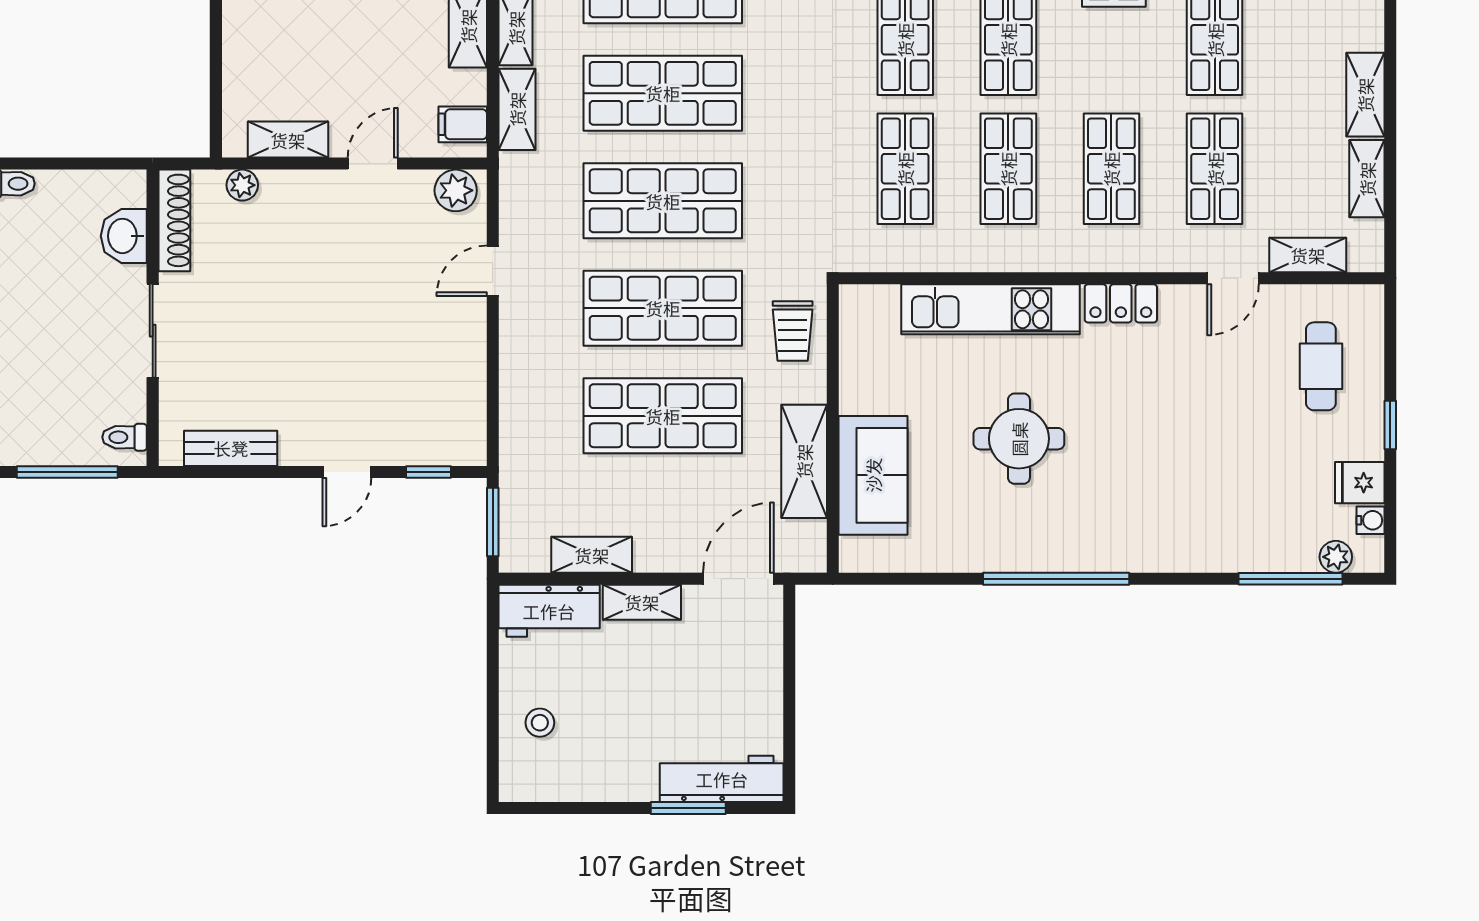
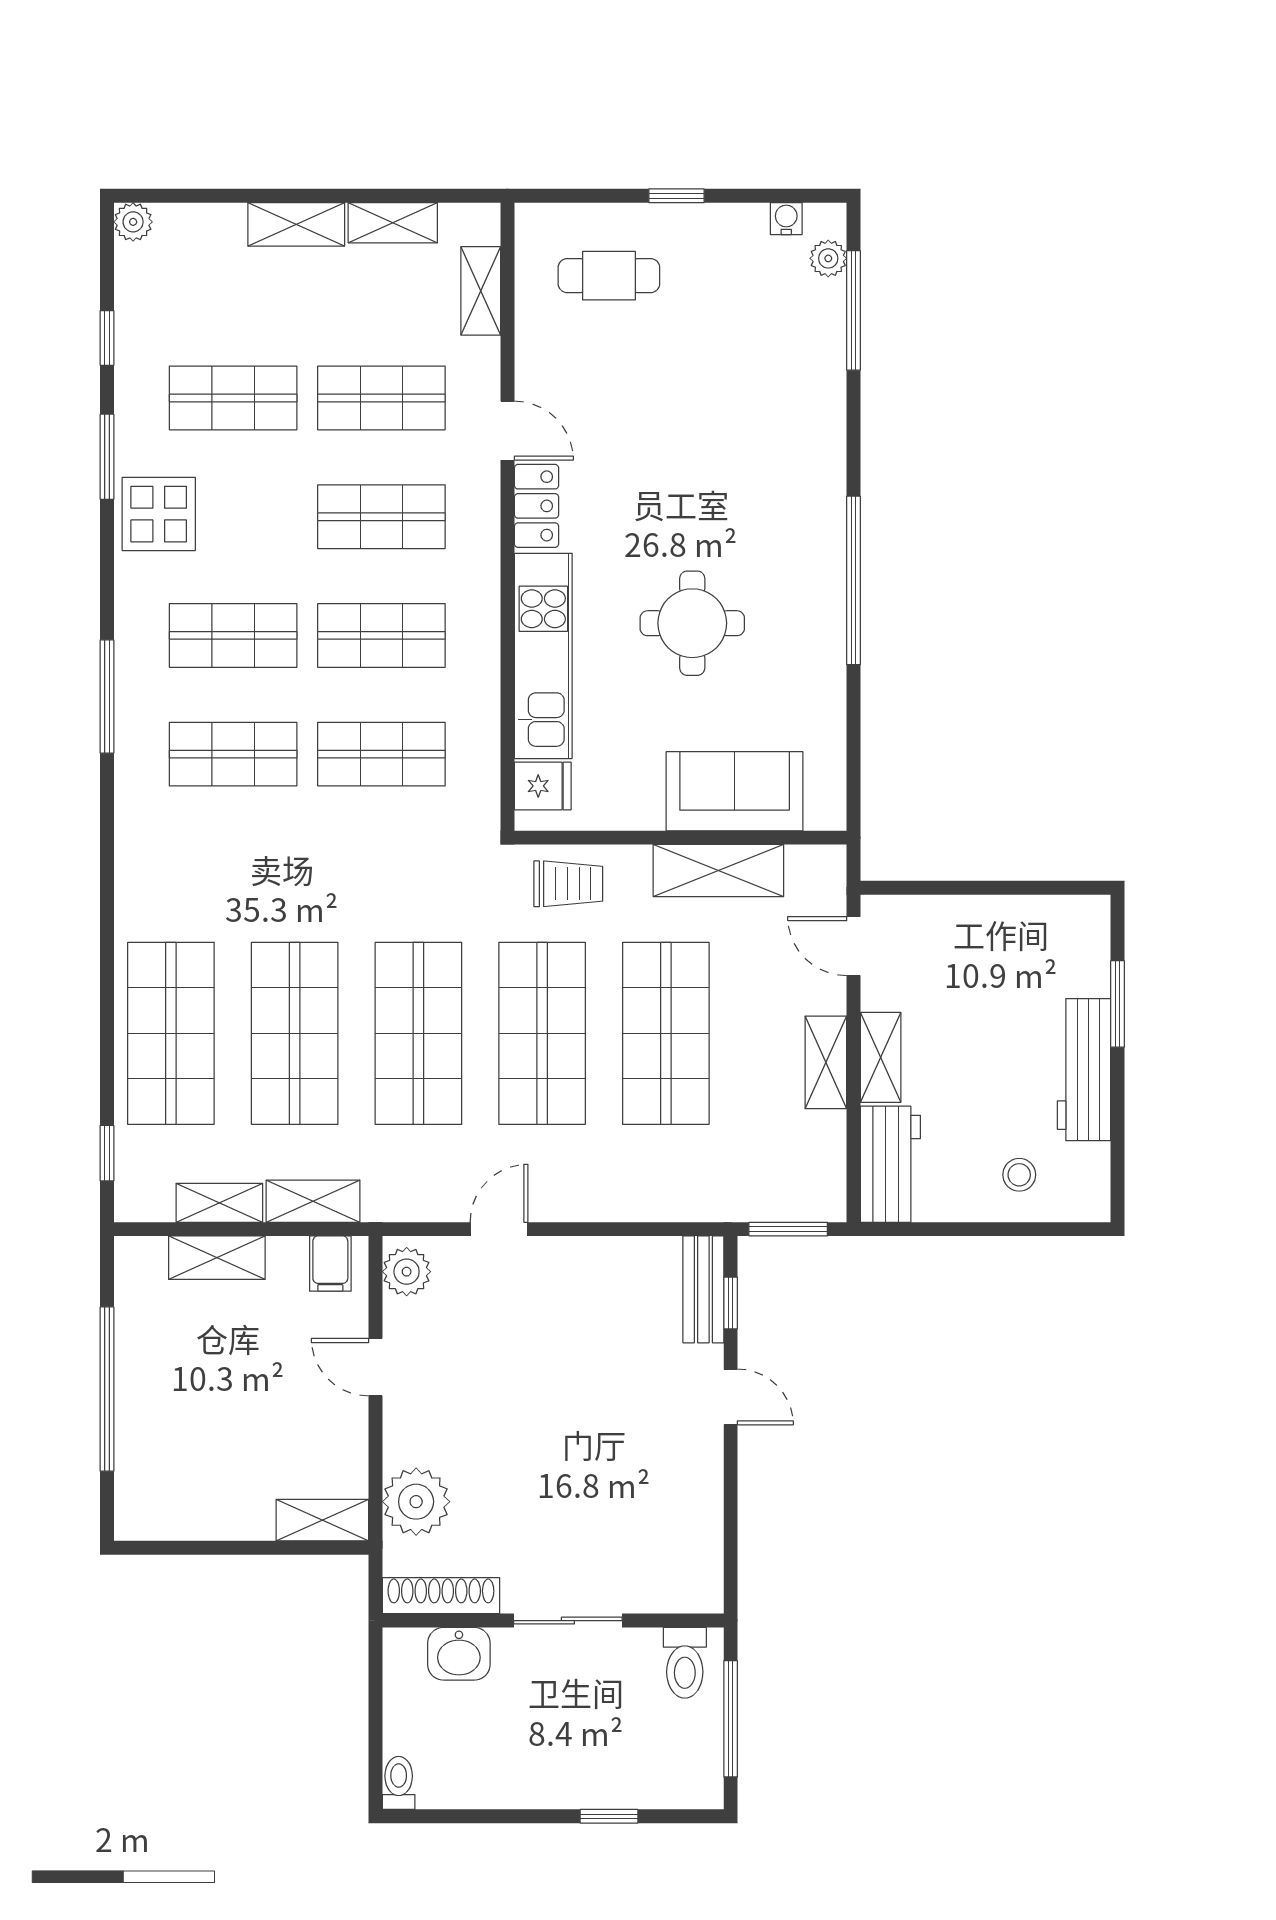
shelving: (288, 140) -> (322, 1520), moved, turned 90
plant: (242, 185) -> (416, 1502), width x1.87, depth x1.87
door: (493, 271) -> (499, 1229), swing flipped
door: (1233, 278) -> (508, 431), moved
toilet: (125, 437) -> (685, 1663), width x1.37, depth x1.39
bench: (231, 448) -> (703, 1289), moved
fridge: (1360, 483) -> (543, 786), moved, turned -90
shelving: (592, 555) -> (826, 1062), moved
door: (738, 579) -> (854, 946), width x0.73
workbench: (722, 779) -> (1084, 1070), moved

